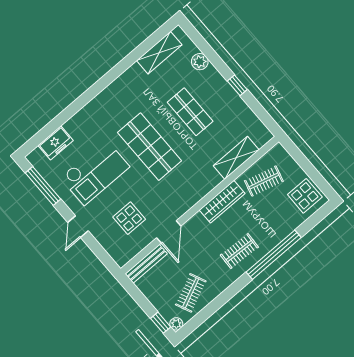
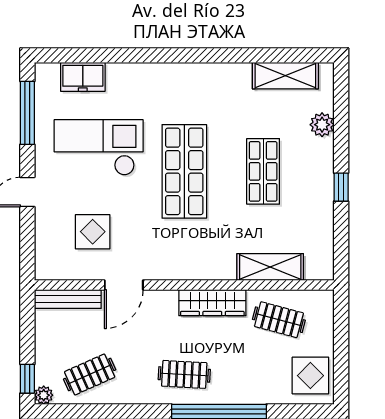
checkout: (95, 172) -> (99, 147), turned 180

